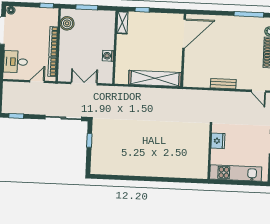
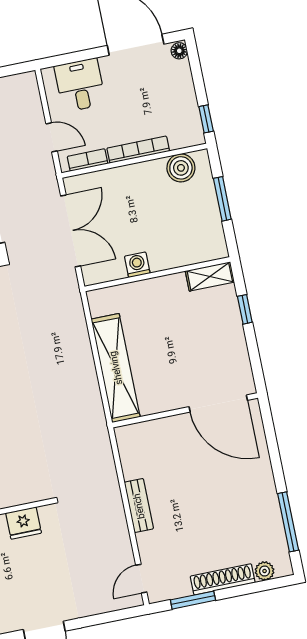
double door: (84, 84) -> (71, 231), width x1.37

